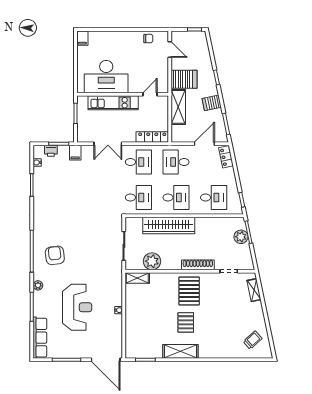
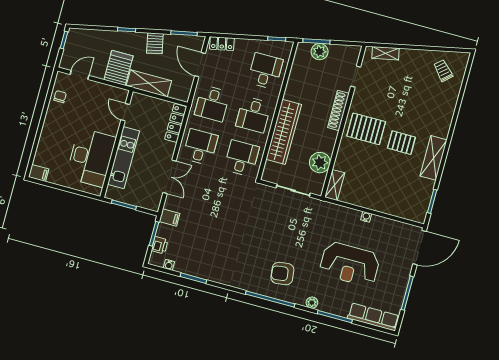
desk: (176, 198) -> (253, 115), turned 180
reception desk: (77, 307) -> (350, 264), turned 180

